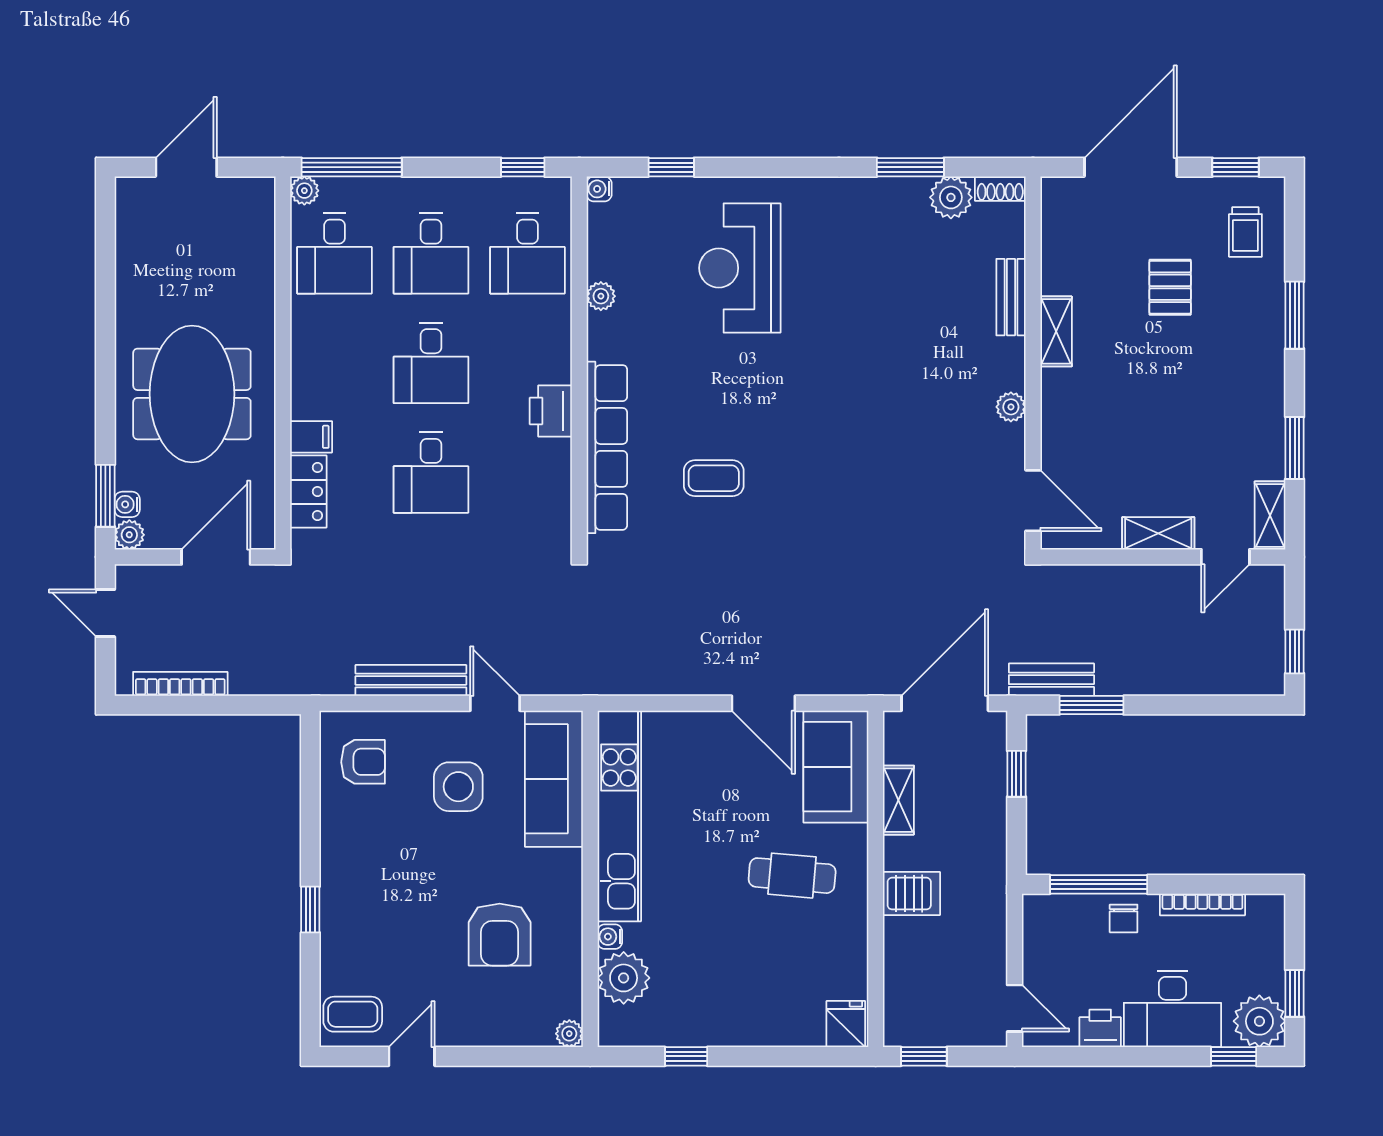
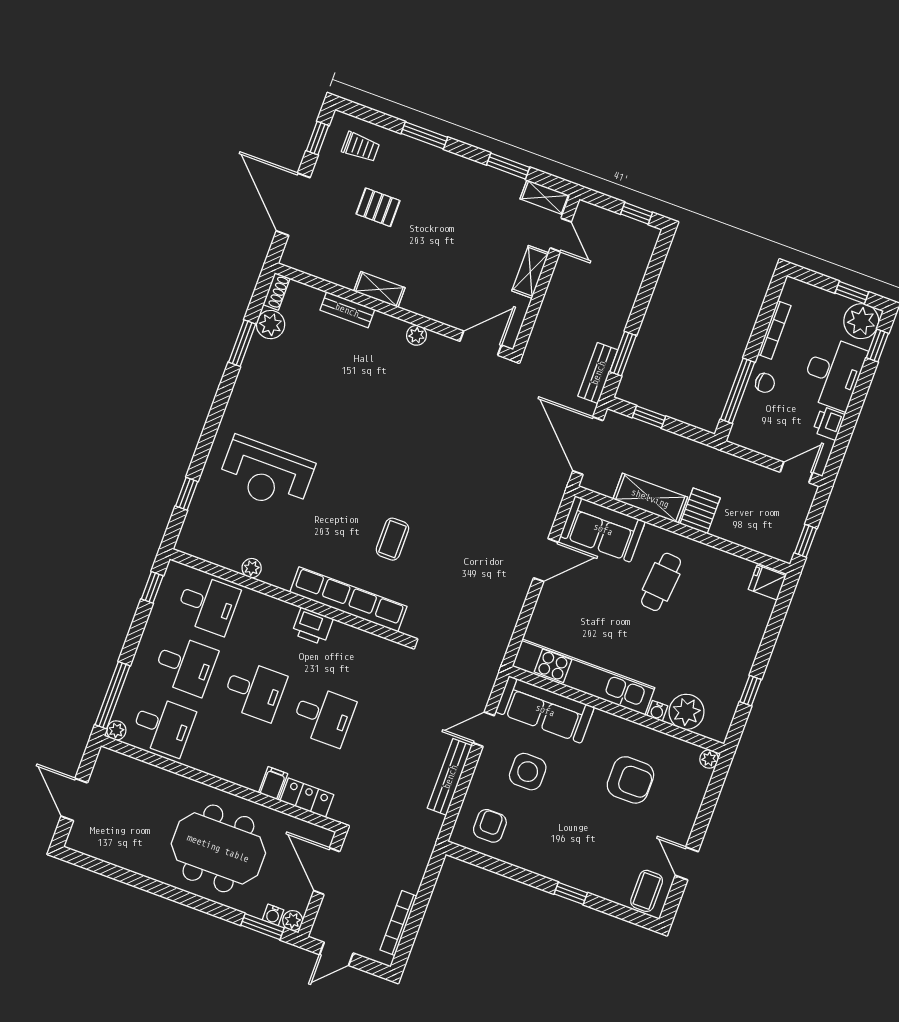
water cooler: (599, 189) -> (184, 544), removed
shelving: (898, 800) -> (650, 498), width x1.50, depth x1.33

